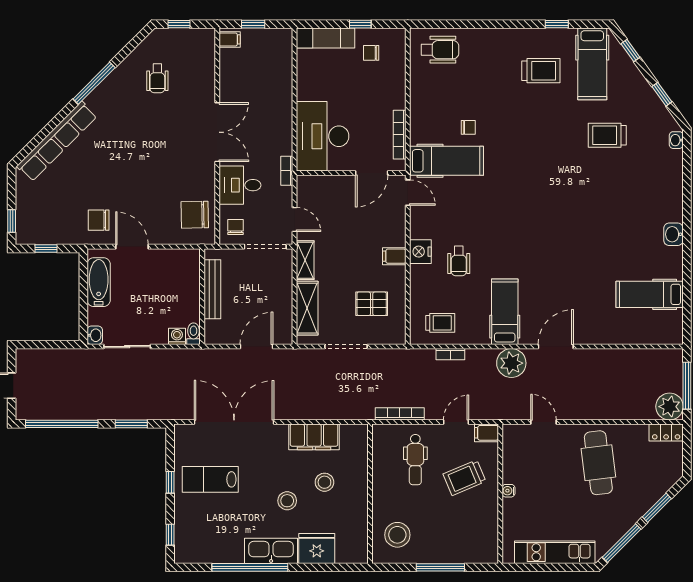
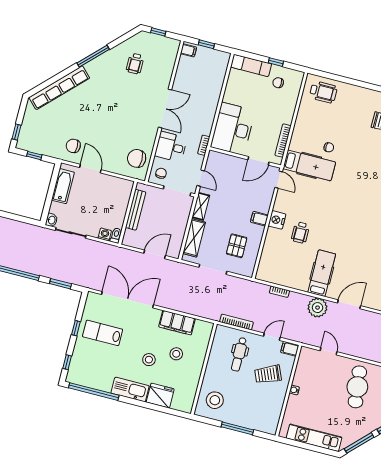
pallet: (372, 304) -> (237, 246), turned 90
trolley: (440, 323) -> (278, 270), removed
window: (250, 567) -> (94, 392), moved

